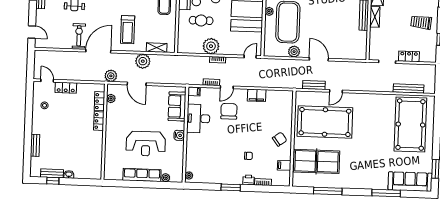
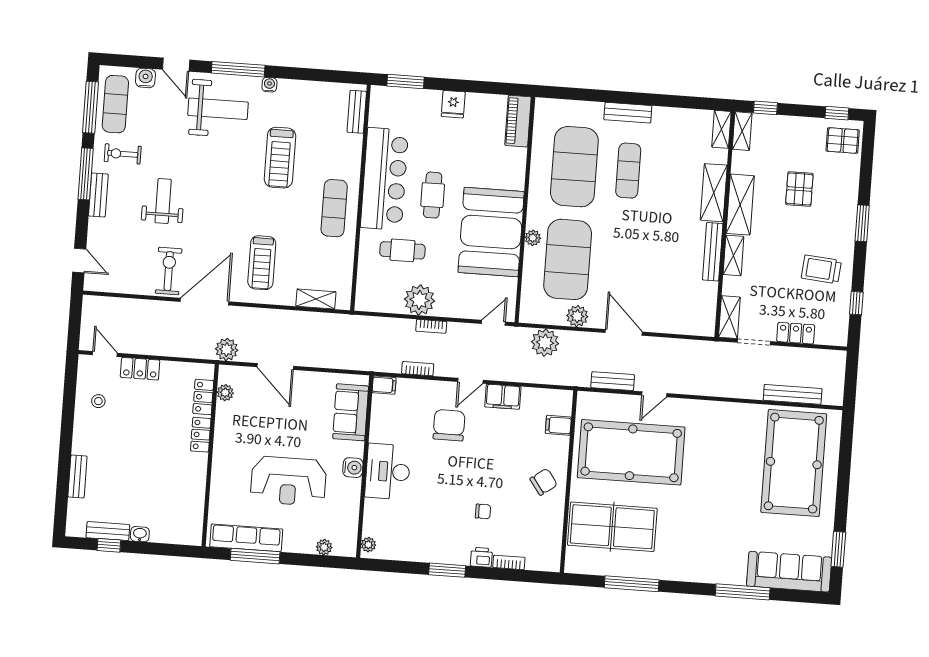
shelving: (374, 49) -> (729, 317), added
plant: (143, 61) -> (545, 343), moved
door: (227, 87) -> (470, 381), moved
desk: (198, 118) -> (388, 471), moved
filing cabinet: (284, 165) -> (558, 425), moved
row of seats: (142, 175) -> (246, 538), moved
window: (130, 184) -> (255, 556), added

